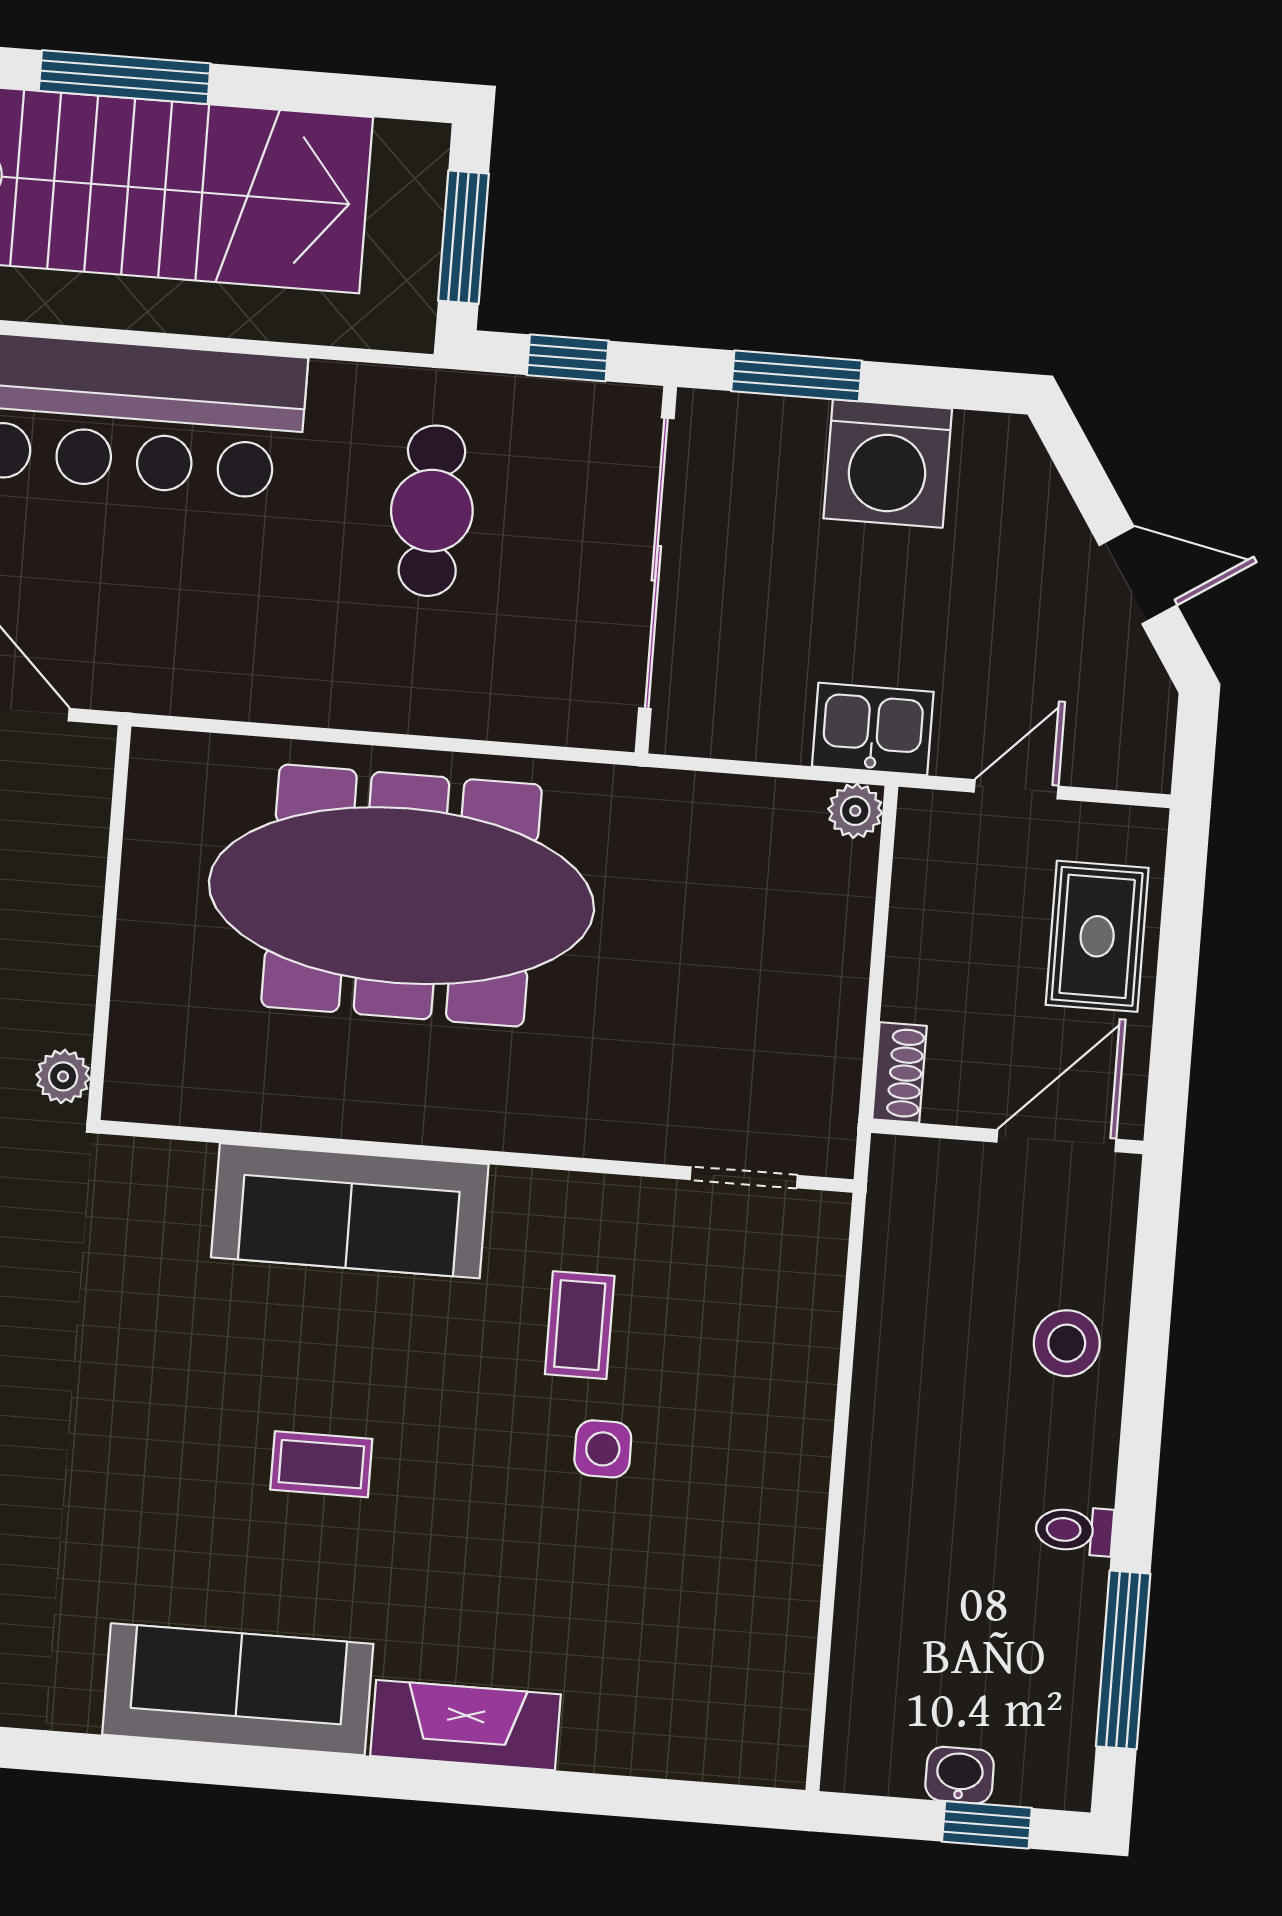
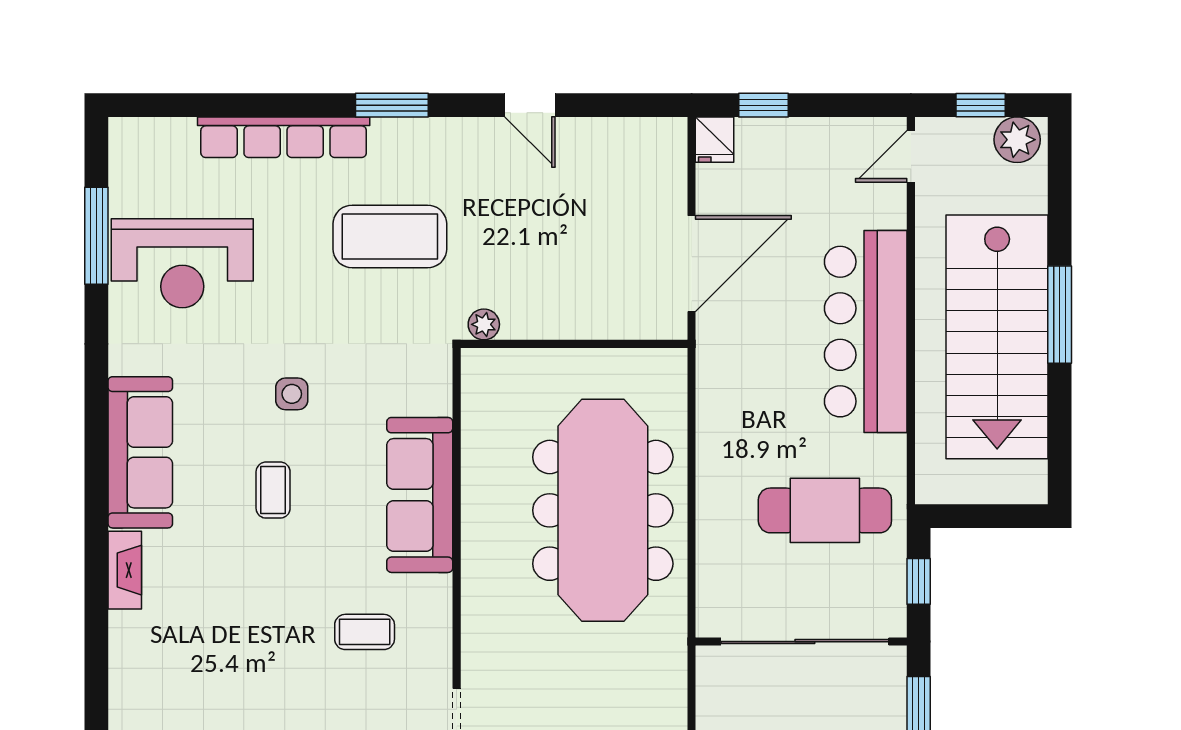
window: (463, 237) -> (983, 516), removed
cafe table: (432, 511) -> (825, 510), width x1.37, depth x1.35
side table: (603, 1449) -> (292, 394), moved
fireplace: (465, 1725) -> (125, 570), width x0.73, depth x0.76

